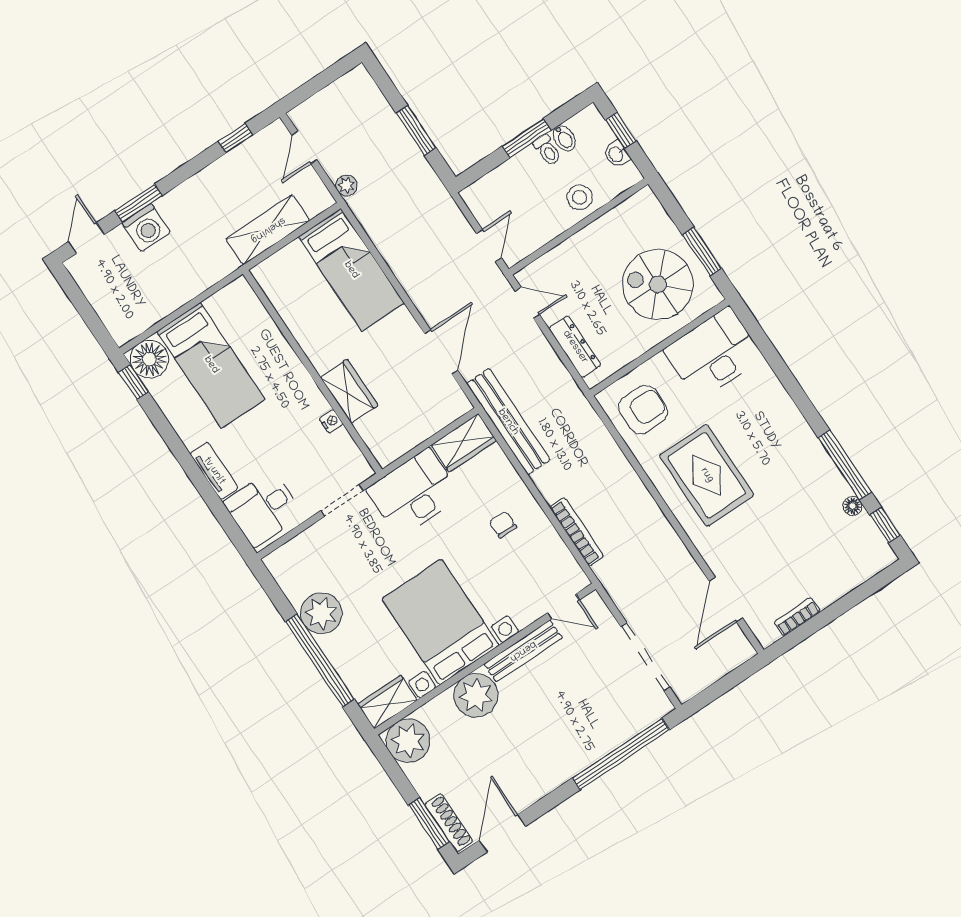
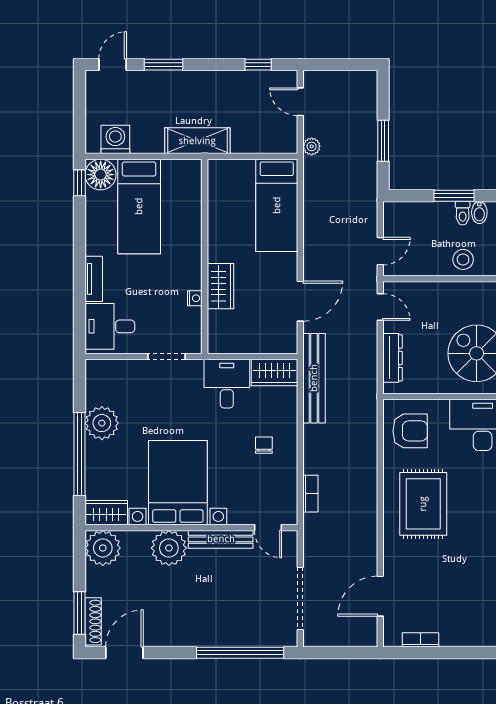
door: (304, 147) -> (300, 102), hinge flipped
washing machine: (146, 228) -> (115, 139), moved, turned 180
shelving: (268, 230) -> (197, 141), moved
desk: (414, 493) -> (227, 384), width x0.73
bookcase: (577, 532) -> (310, 494), width x0.64

